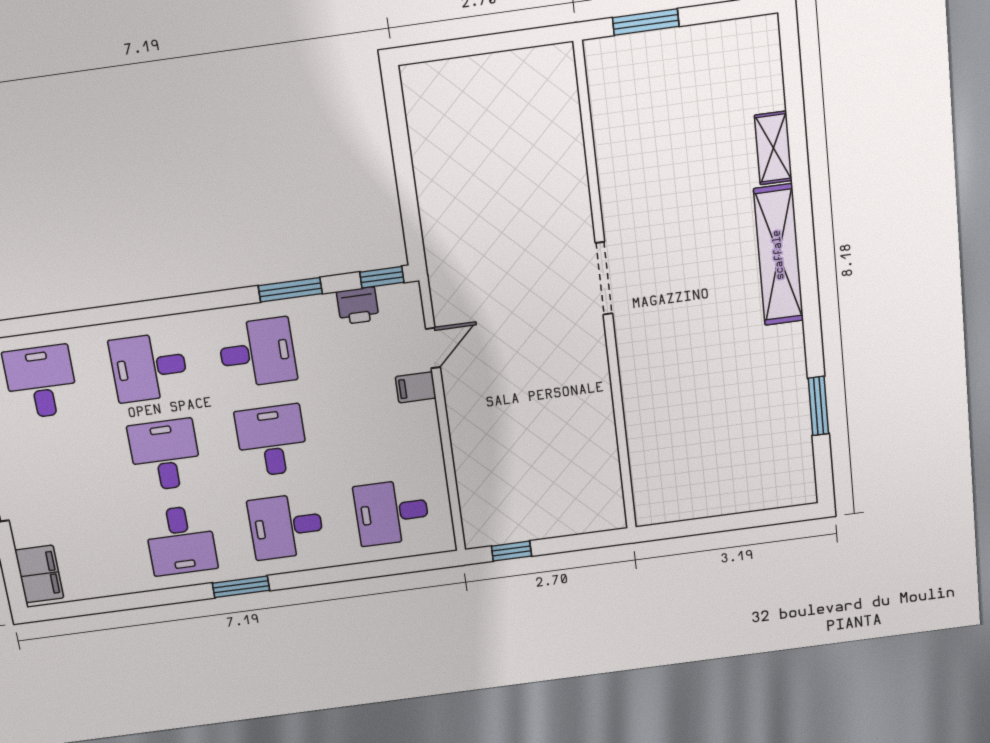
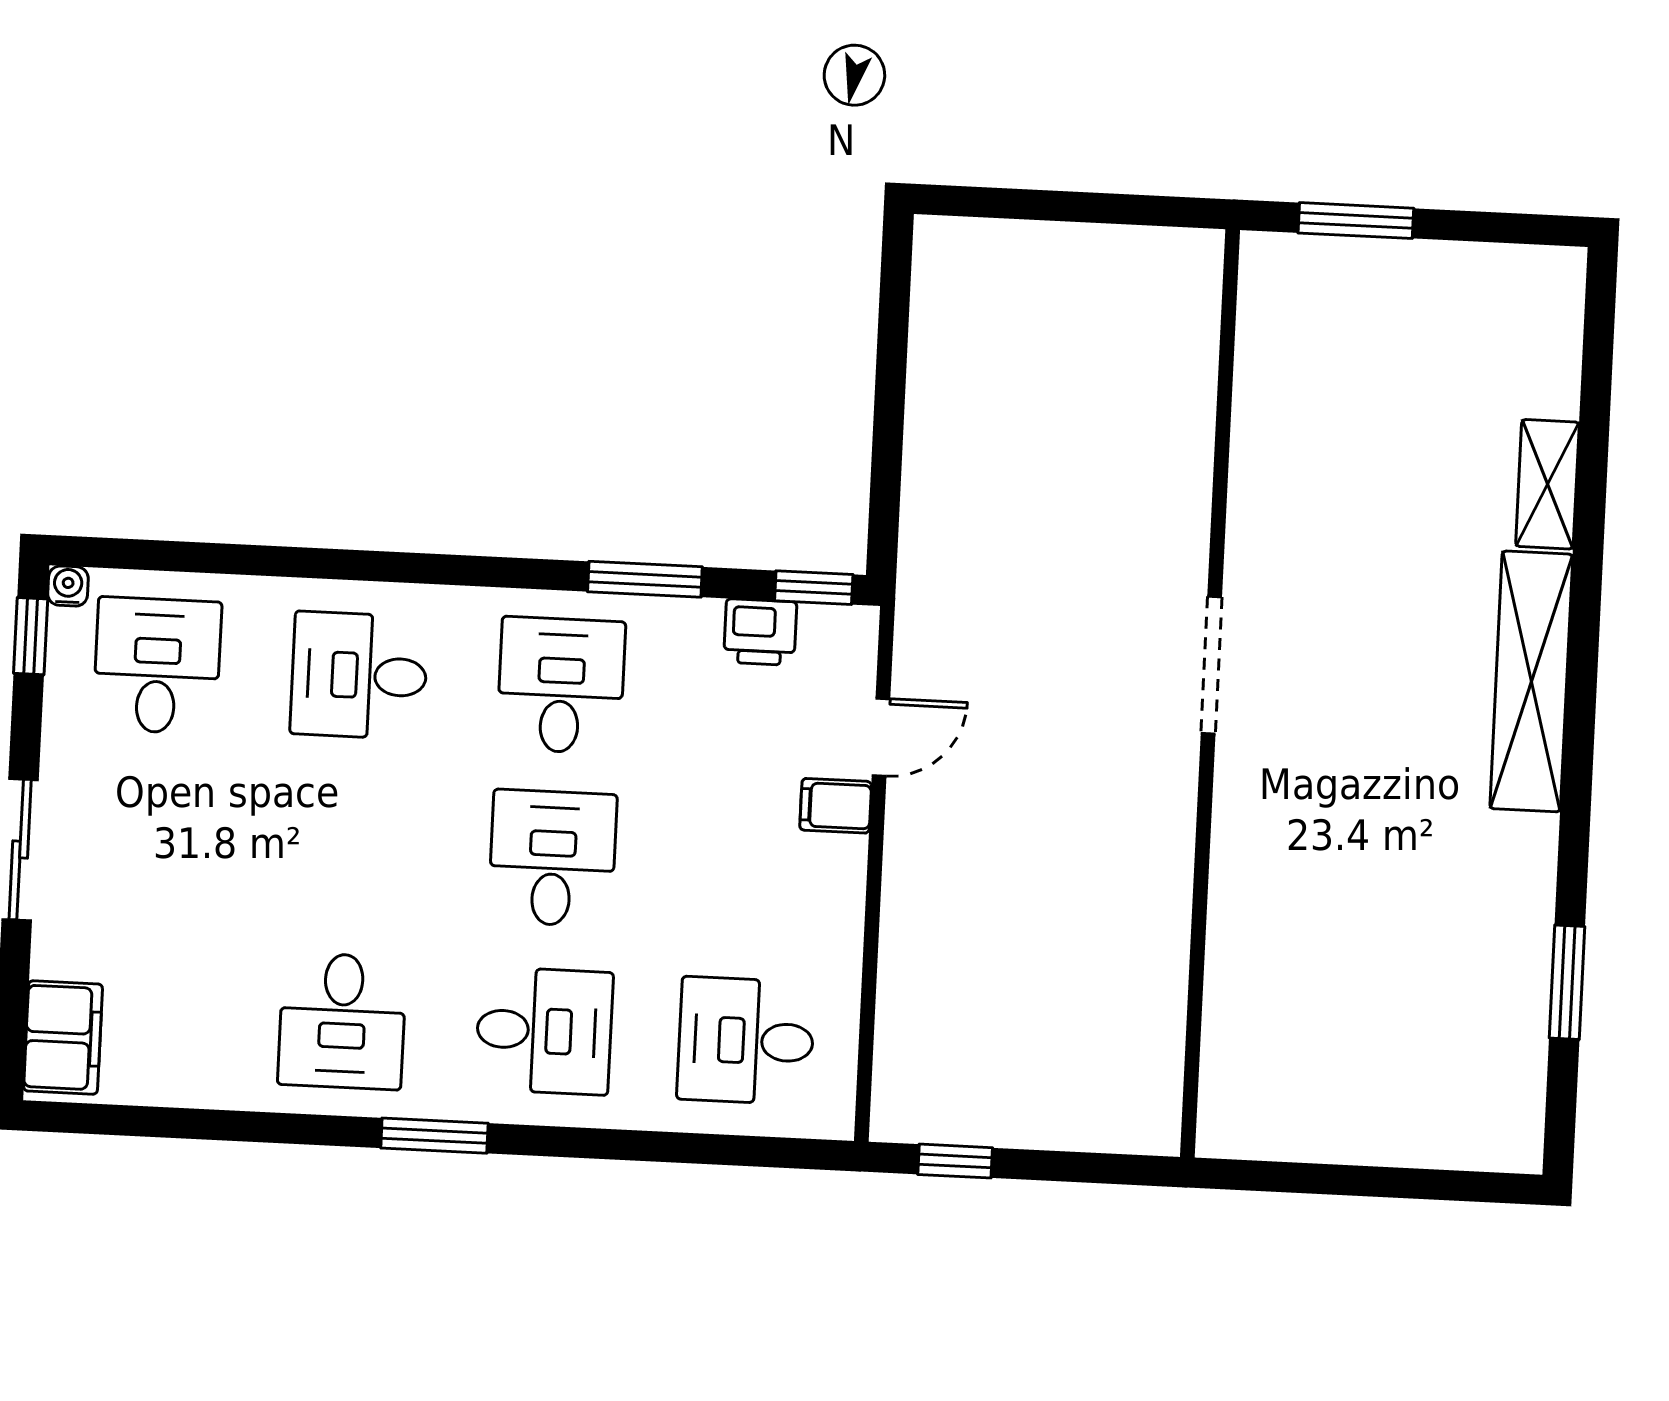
desk: (257, 353) -> (561, 685), turned -90
desk: (165, 455) -> (351, 848), removed
desk: (286, 526) -> (544, 1031), turned 180

